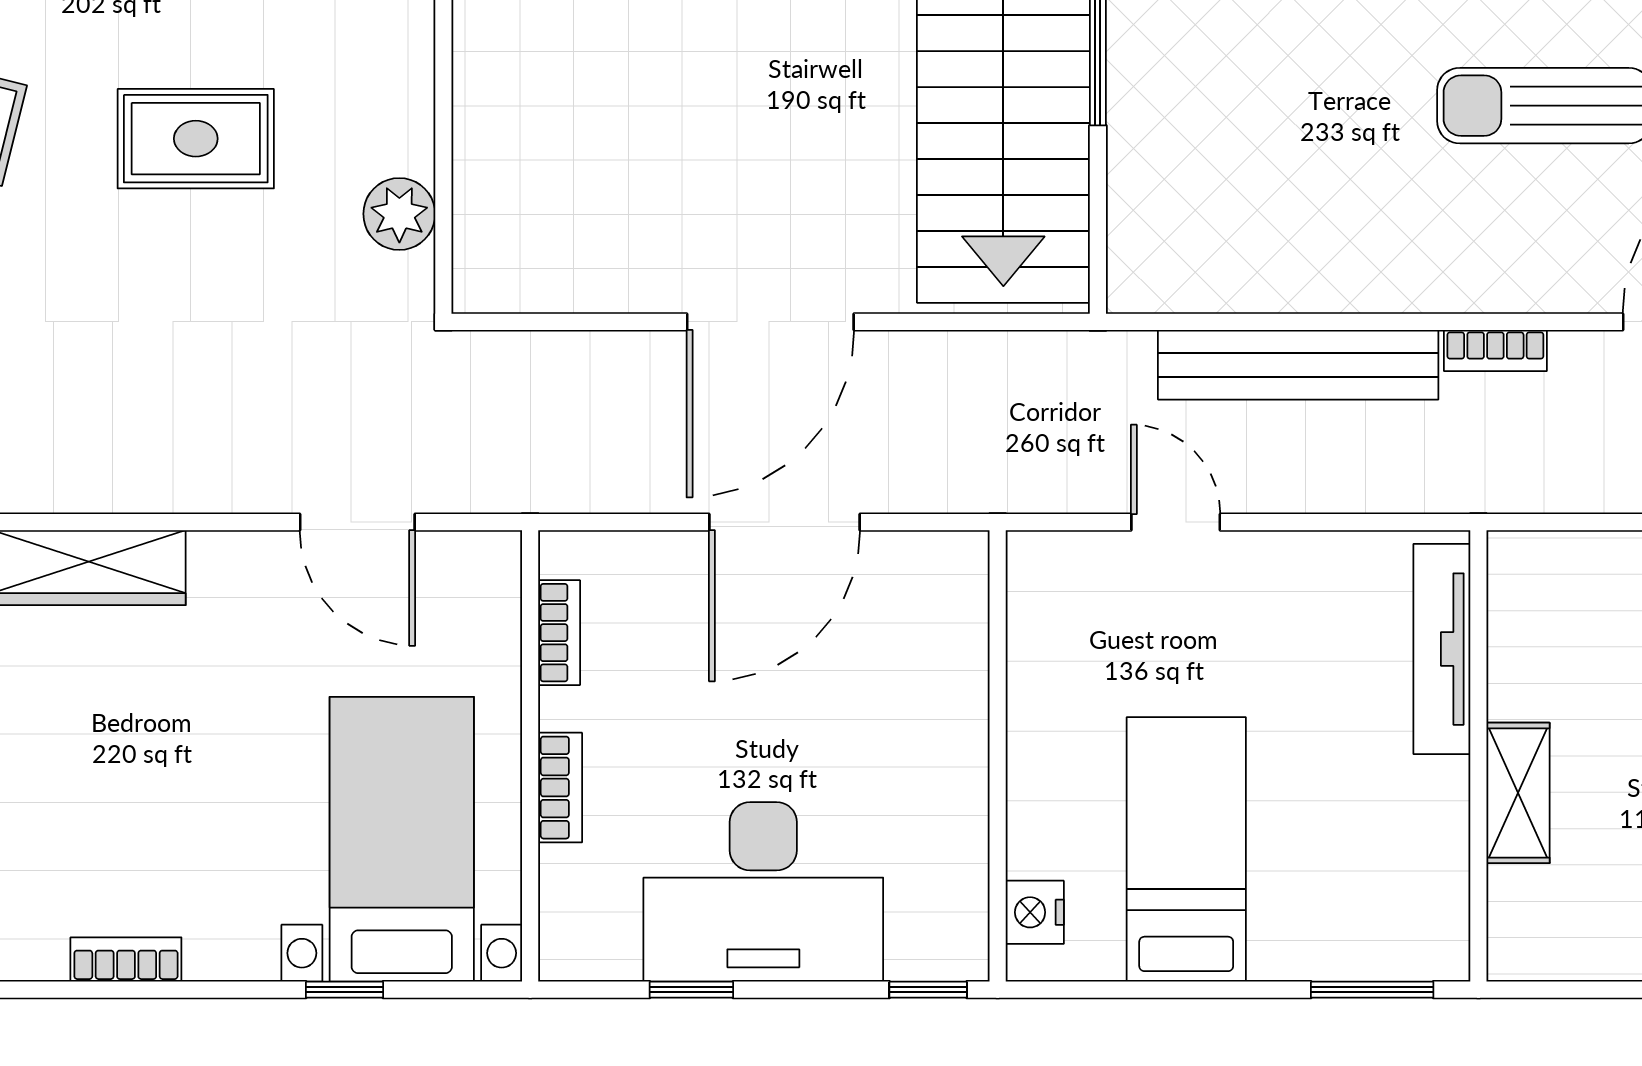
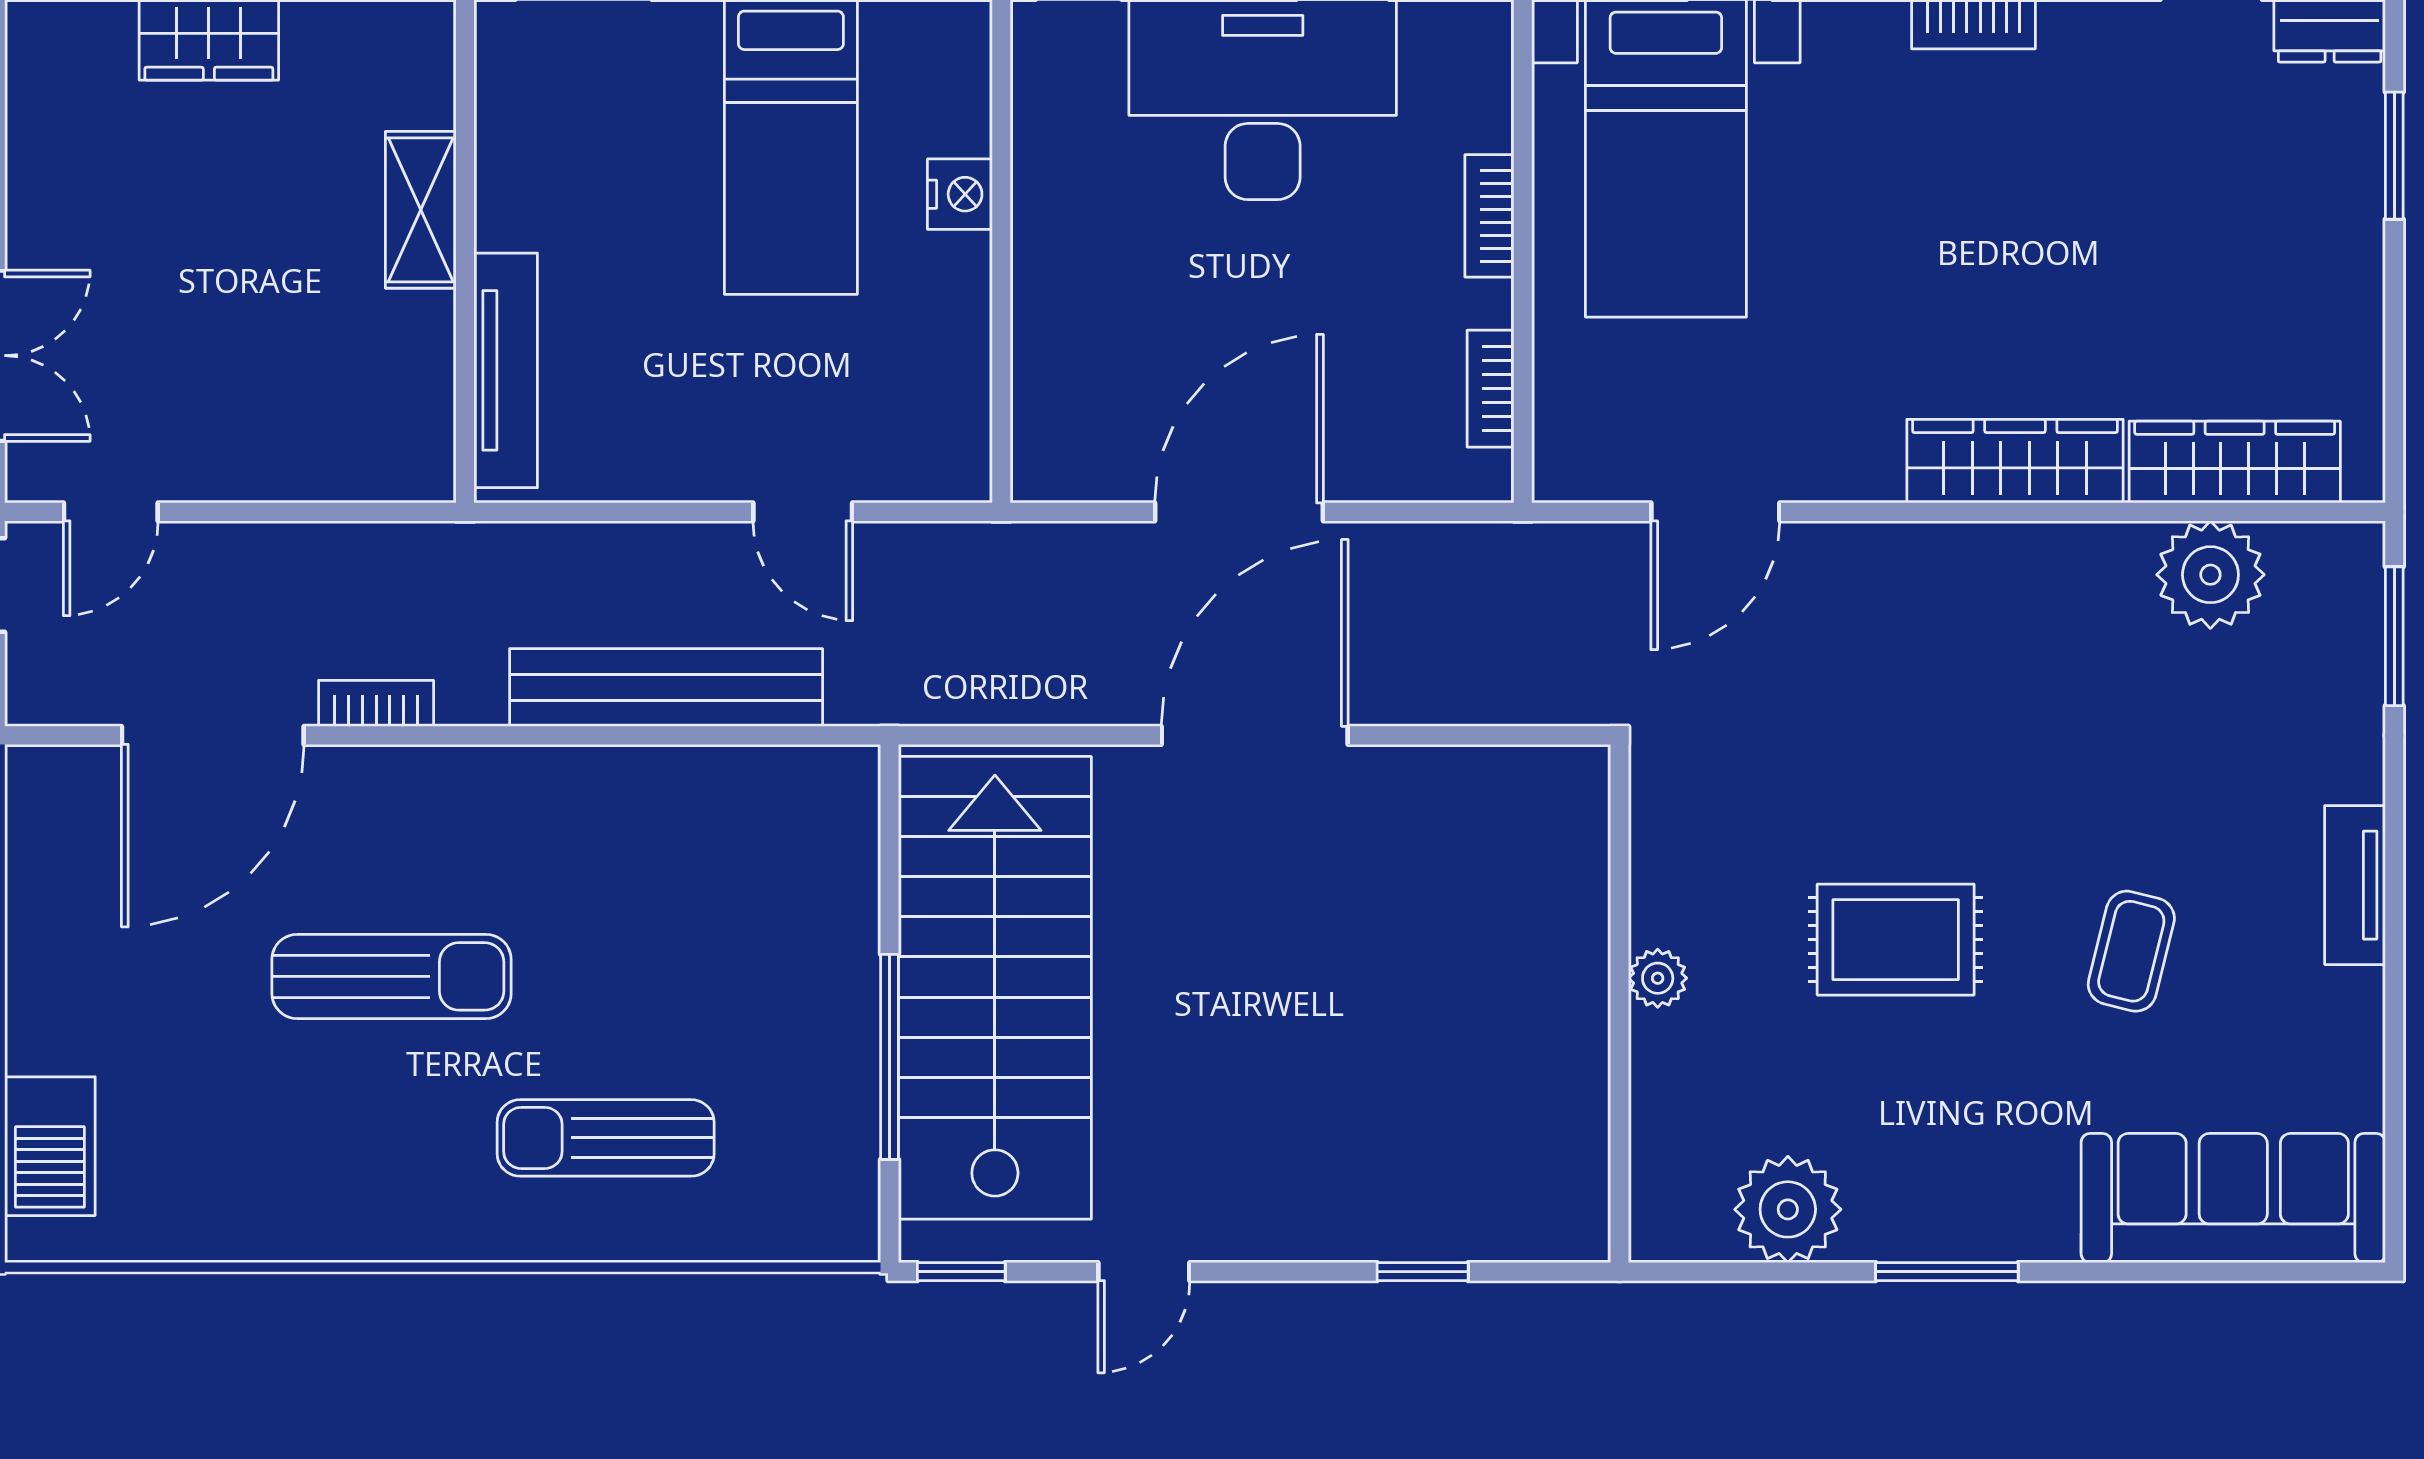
plant: (399, 214) -> (1658, 978), moved, width x0.73, depth x0.73
bookcase: (1495, 350) -> (376, 703), moved
door: (357, 522) -> (1715, 512), swing flipped
nightstand: (1035, 912) -> (960, 194), moved

